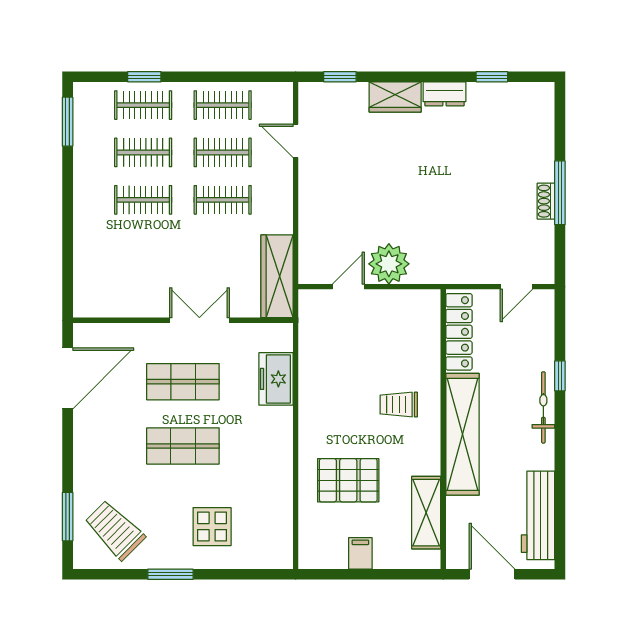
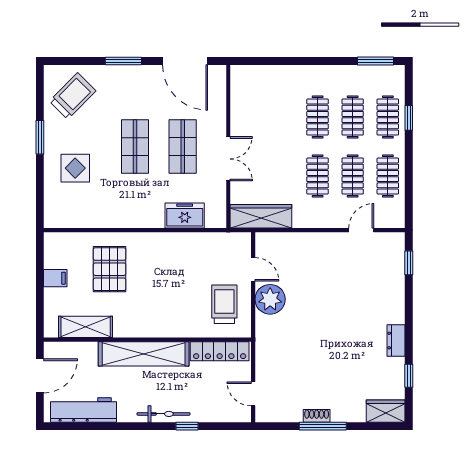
wardrobe: (395, 97) -> (386, 411), moved, turned 90
trolley: (399, 405) -> (224, 304), moved, width x1.36, depth x1.39
window: (68, 517) -> (123, 61), moved

